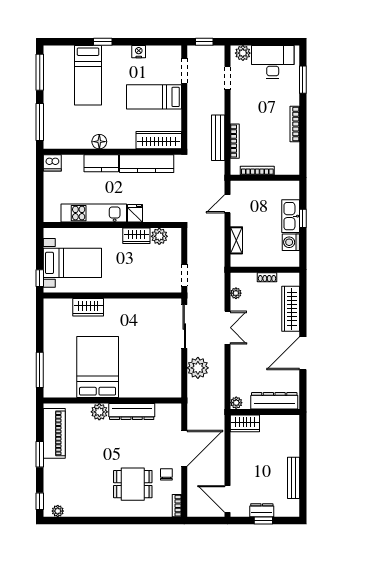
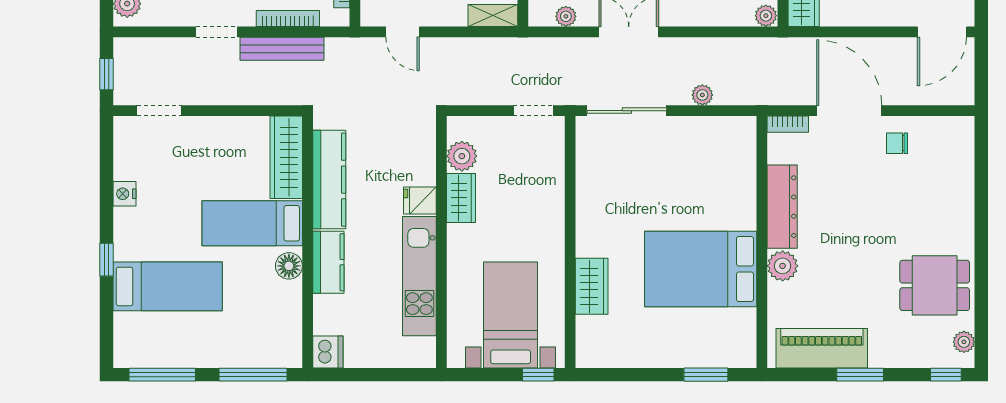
doorway: (227, 78) -> (217, 32), moved
bed: (154, 97) -> (252, 223), moved, turned 90
shelving: (236, 240) -> (493, 15), moved
plant: (198, 368) -> (702, 95), width x0.53, depth x0.53
window: (40, 370) -> (706, 375), width x0.69
dining table: (133, 484) -> (935, 285), moved, turned 90
bookcase: (177, 506) -> (788, 124), moved

